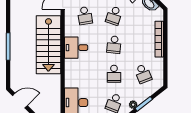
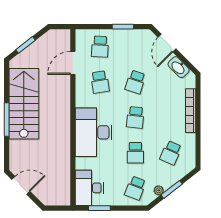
stairs: (48, 45) -> (24, 104), moved, turned 180
desk: (76, 48) -> (93, 132), width x1.87, depth x1.30
school desk: (143, 74) -> (171, 153), turned 45

